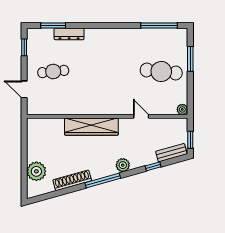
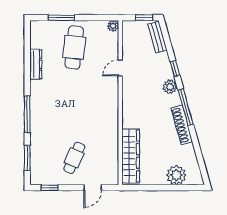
window: (159, 26) -> (27, 114), moved
dresser: (69, 34) -> (36, 64), moved
cafe table: (53, 72) -> (74, 158), turned 30
wardrobe: (91, 127) -> (131, 156), moved
window: (153, 166) -> (175, 68), moved
shoe rack: (72, 180) -> (182, 125), moved

